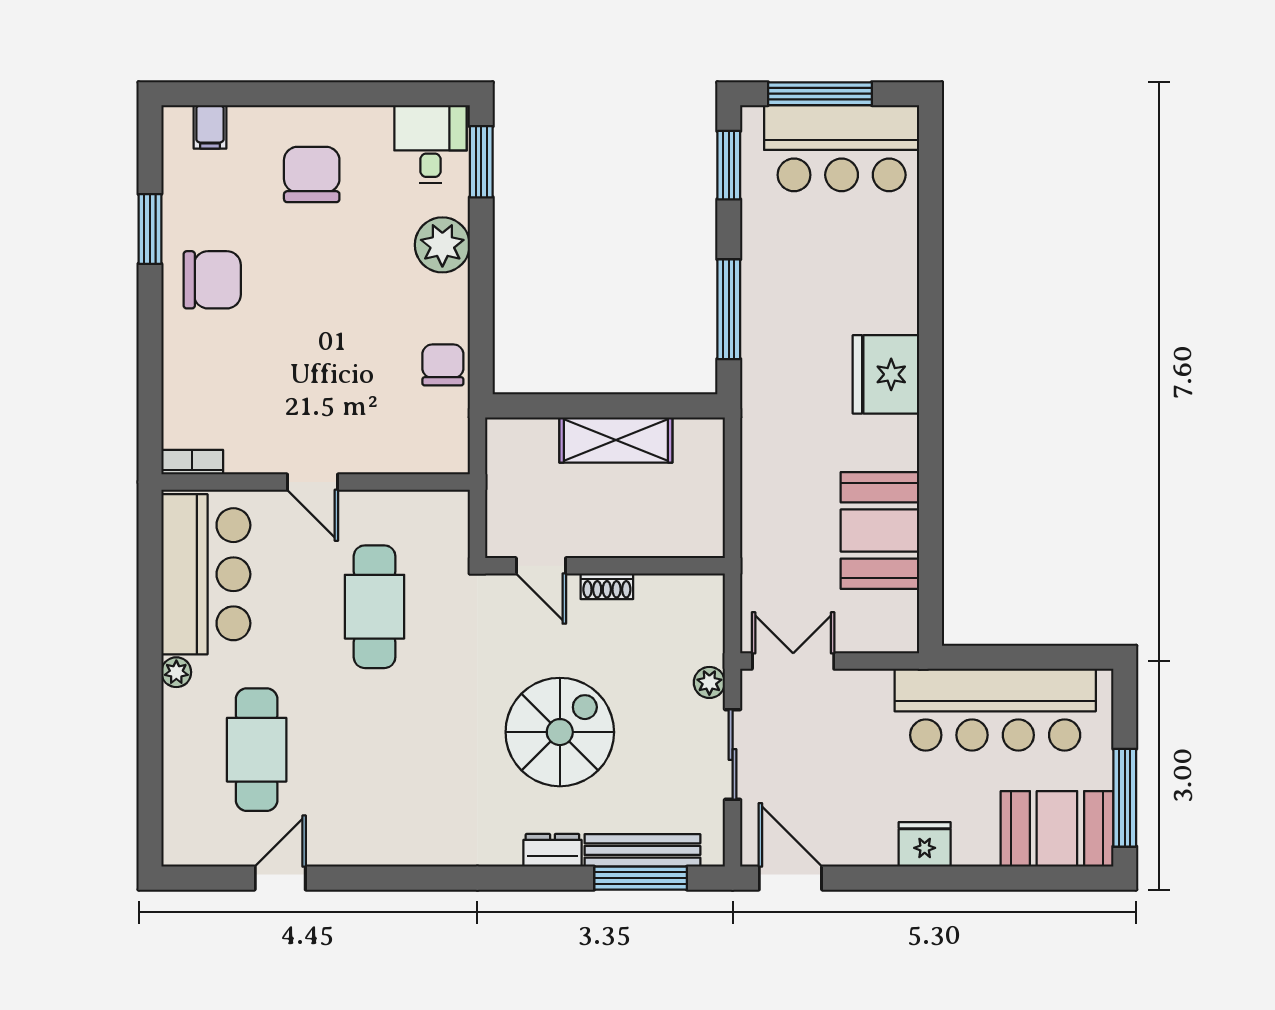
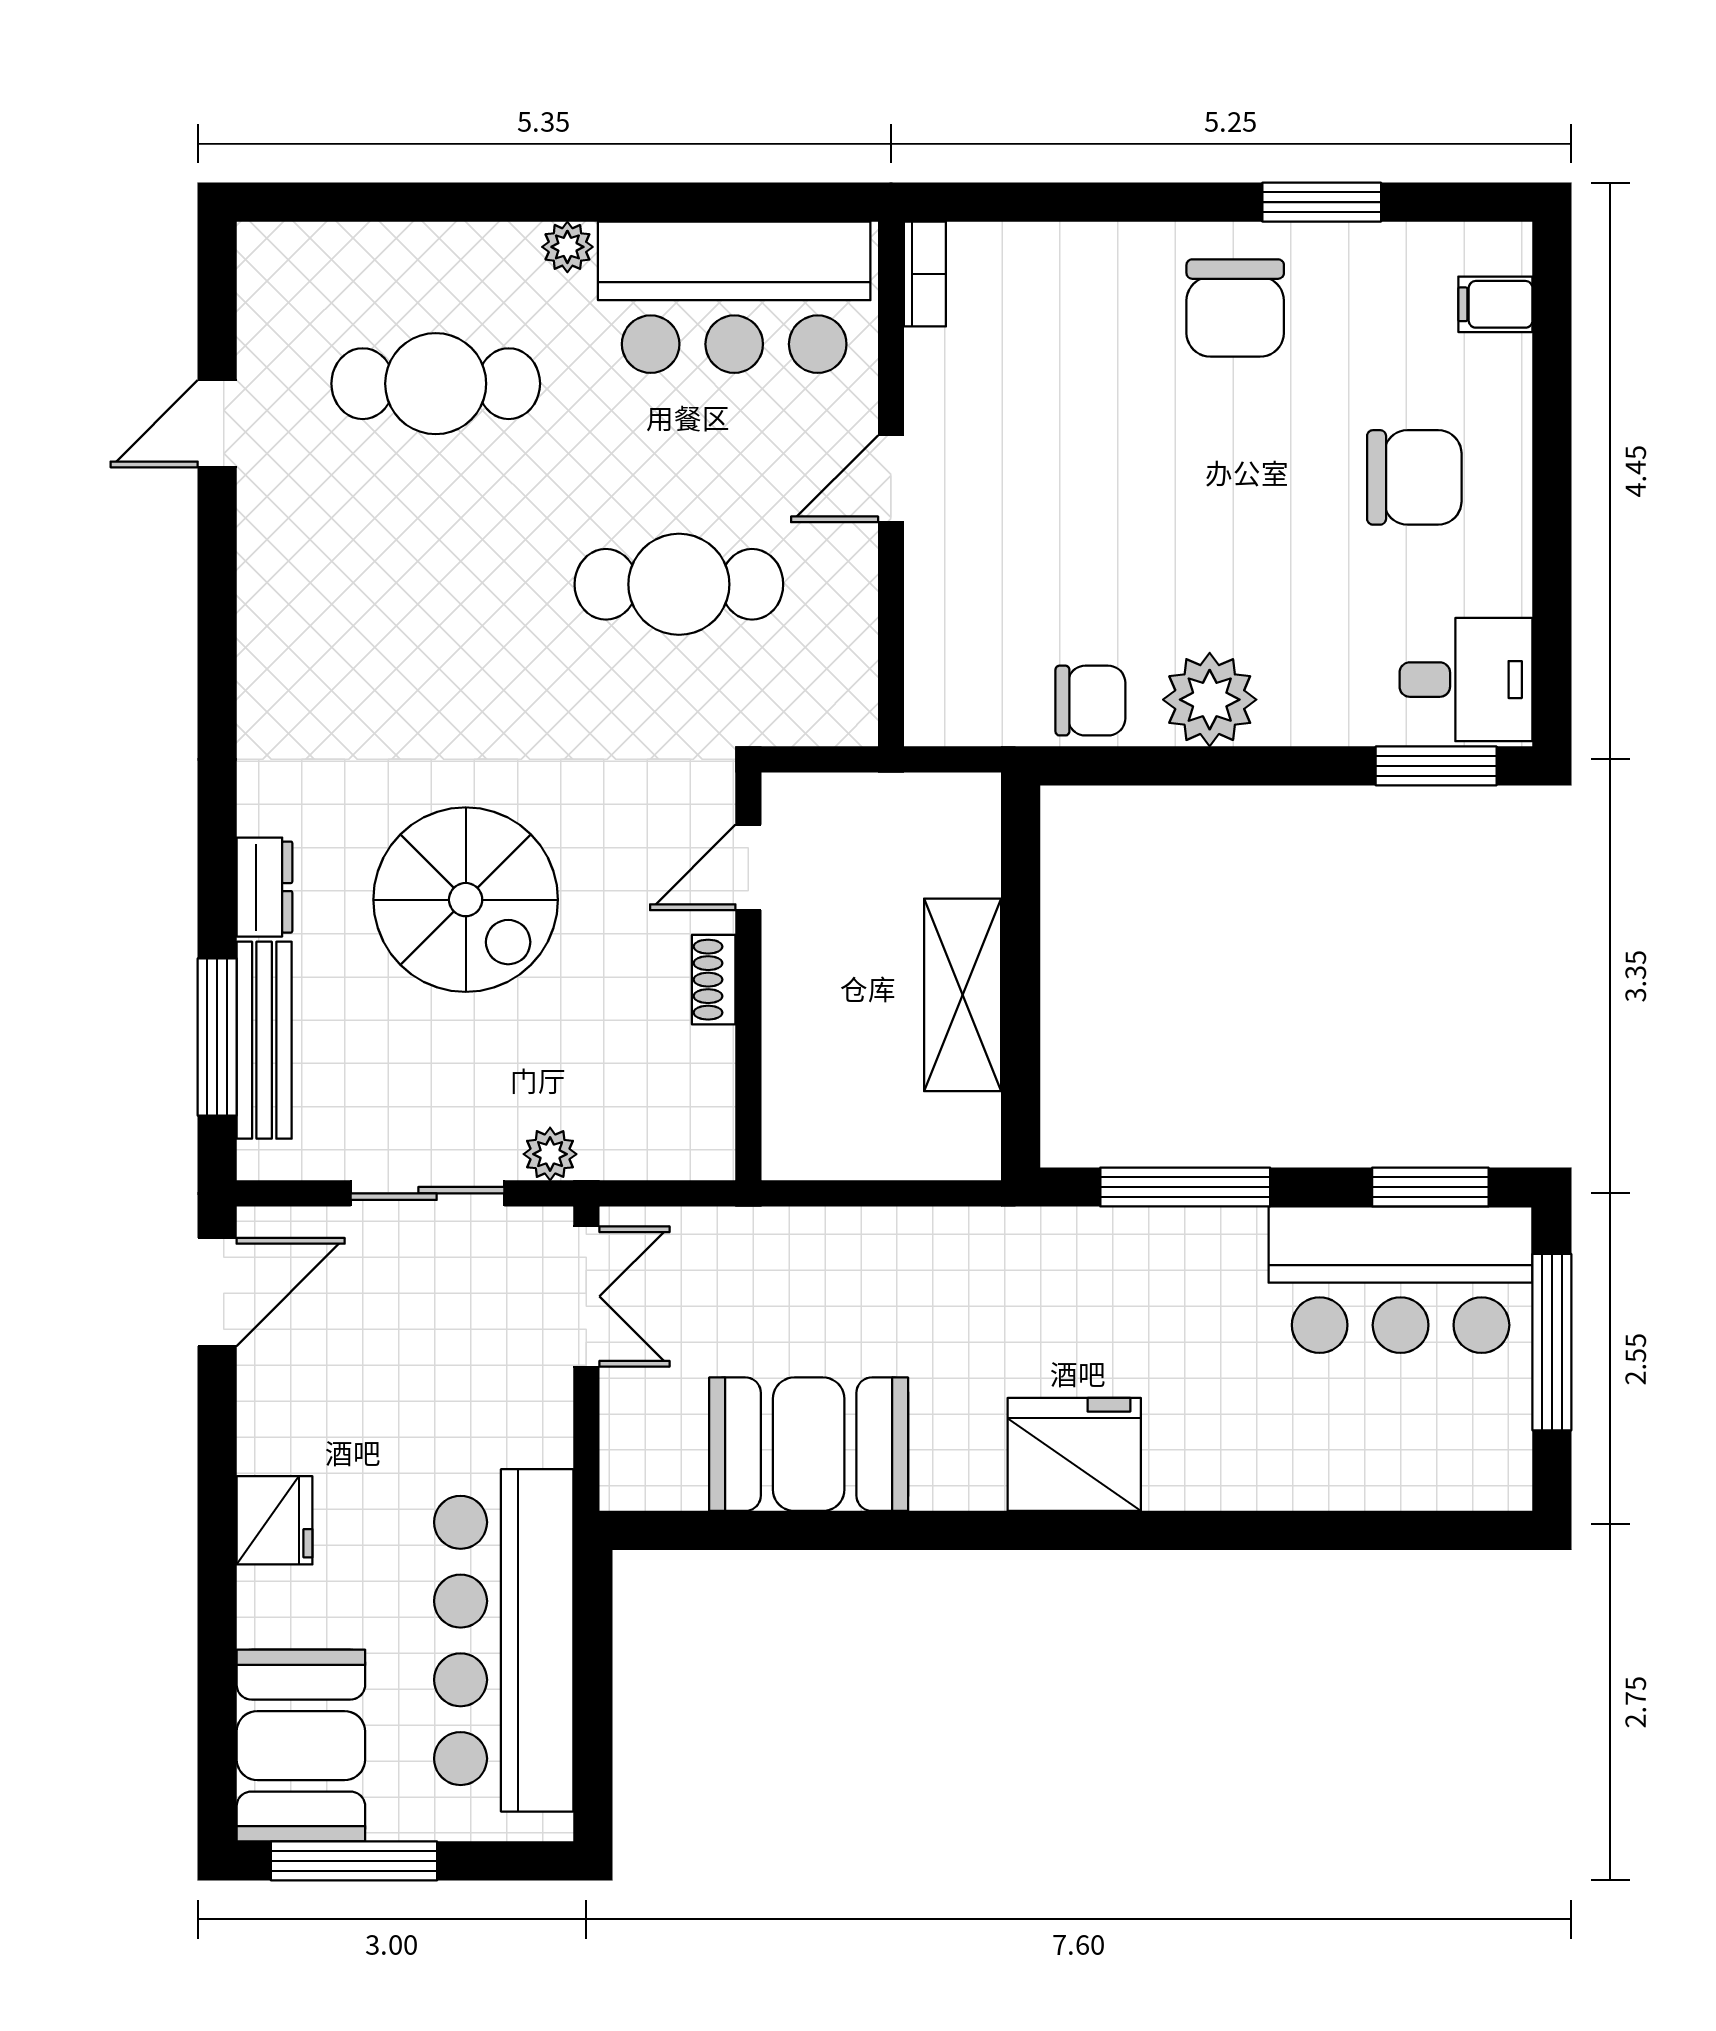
bar counter: (842, 148) -> (1401, 1280), moved, turned -90
plant: (442, 245) -> (1210, 700), moved
door: (280, 878) -> (217, 424), swing flipped

